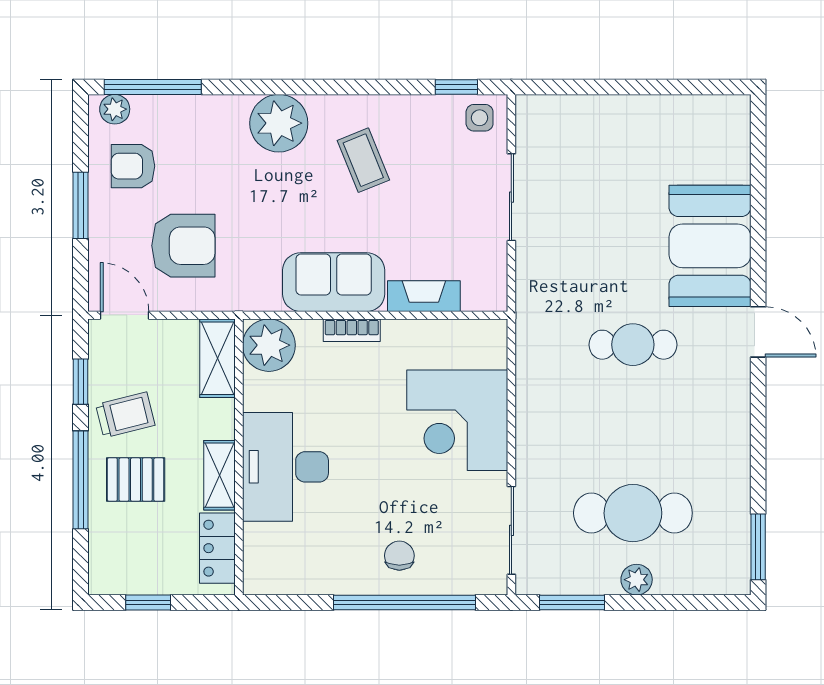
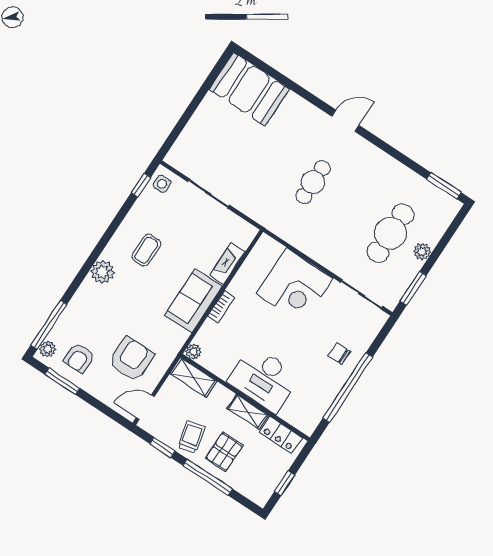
plant: (279, 123) -> (103, 272), width x0.73, depth x0.73
coffee table: (363, 160) -> (146, 250), turned -68
window: (81, 205) -> (62, 381), moved
booth: (710, 246) -> (249, 89), moved
plant: (269, 345) -> (194, 352), width x0.53, depth x0.53
window: (405, 602) -> (348, 388), moved

